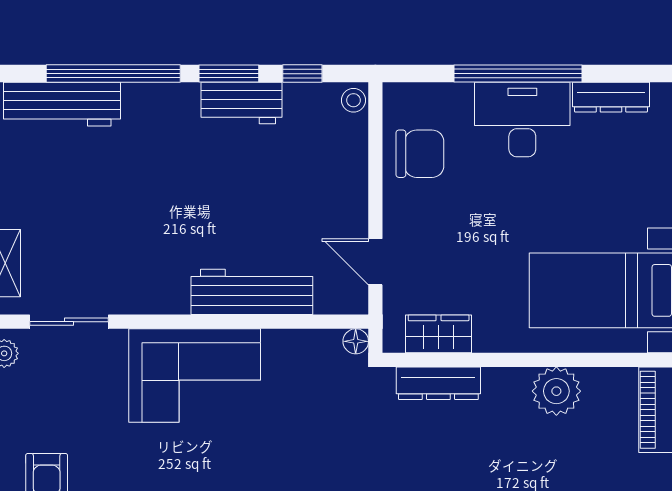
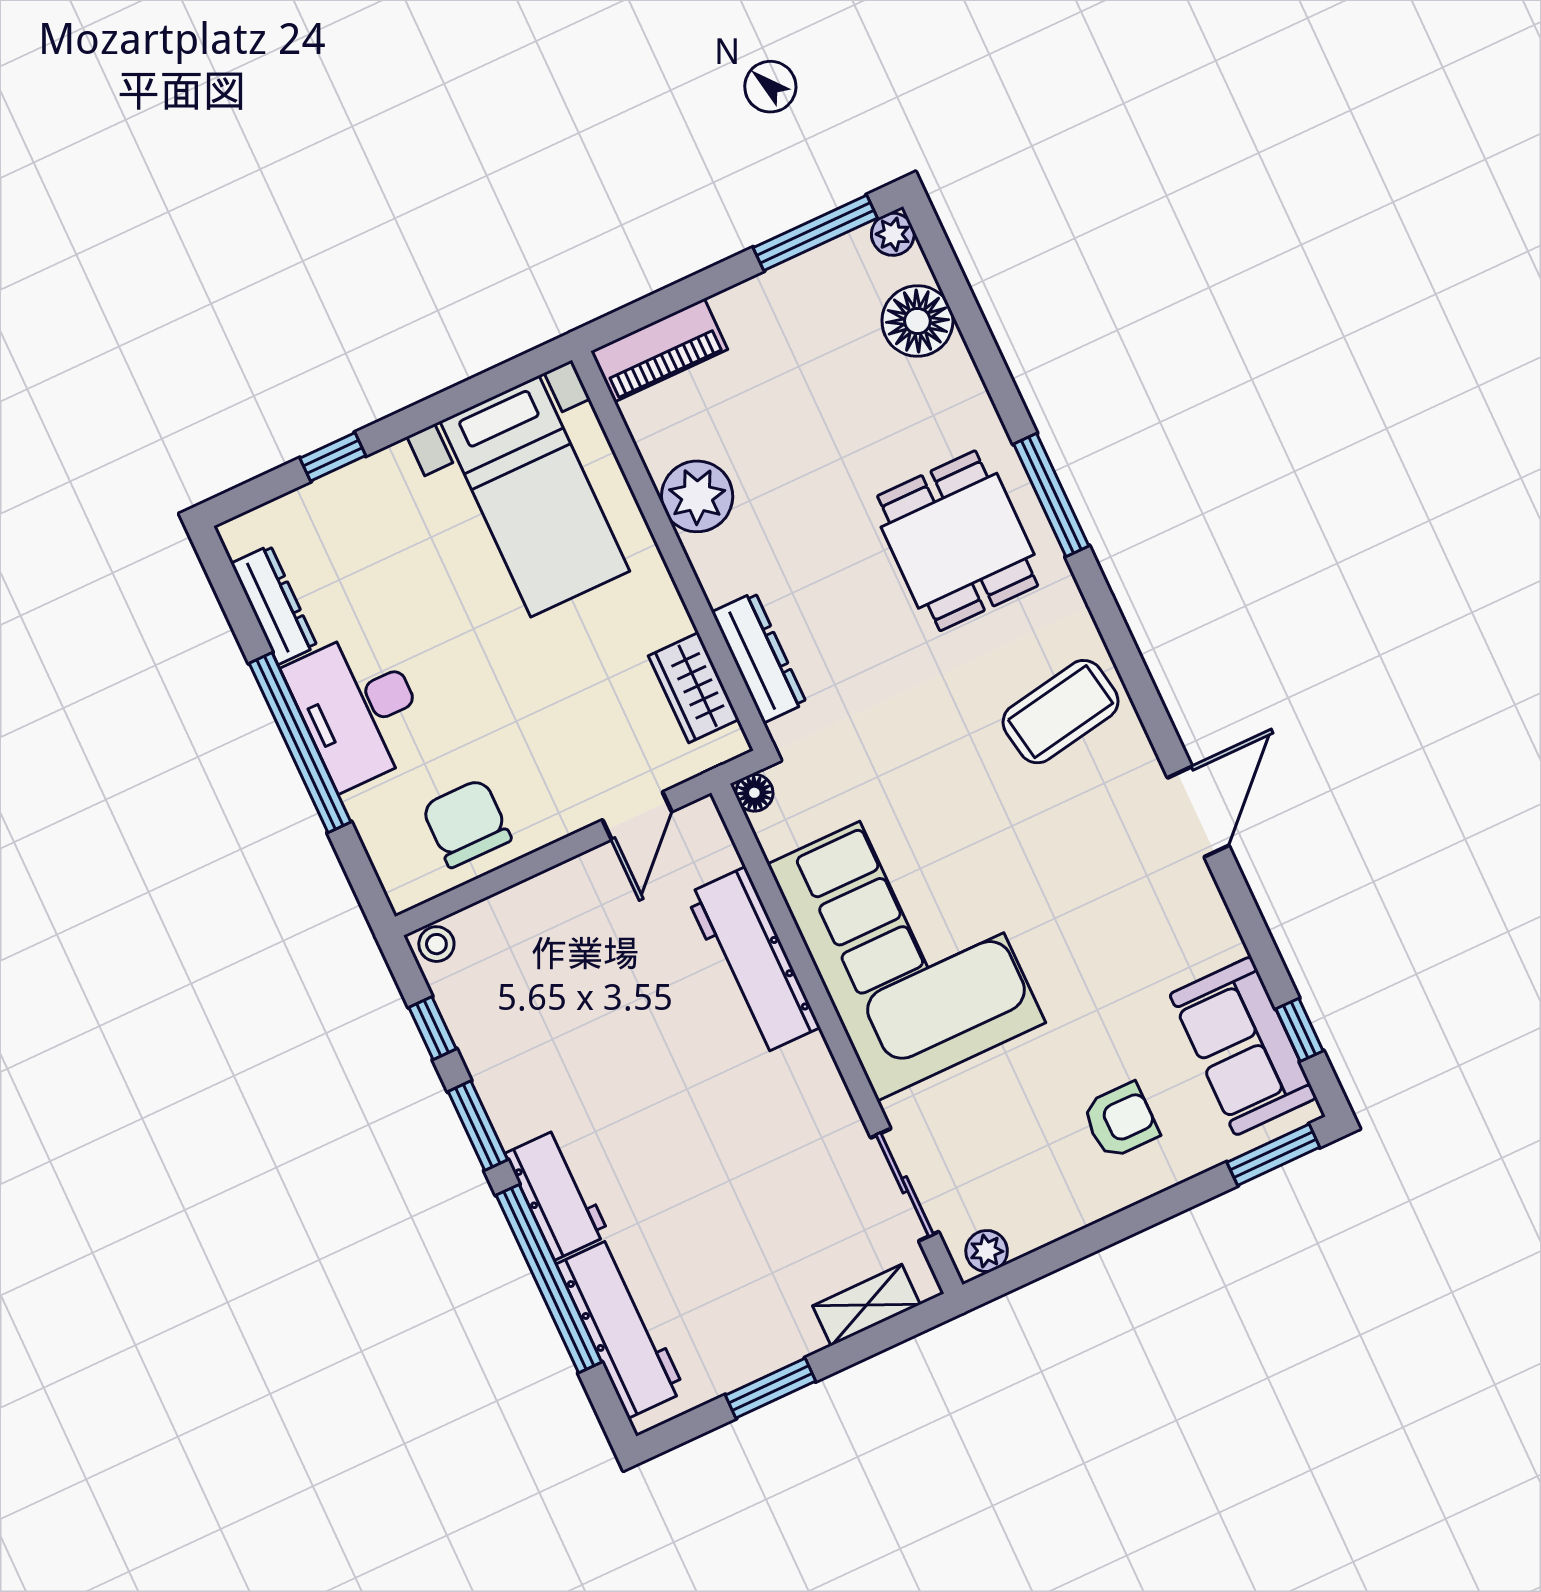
workbench: (242, 103) -> (557, 1194), moved
corner sofa: (195, 375) -> (906, 943), width x1.36, depth x1.36

